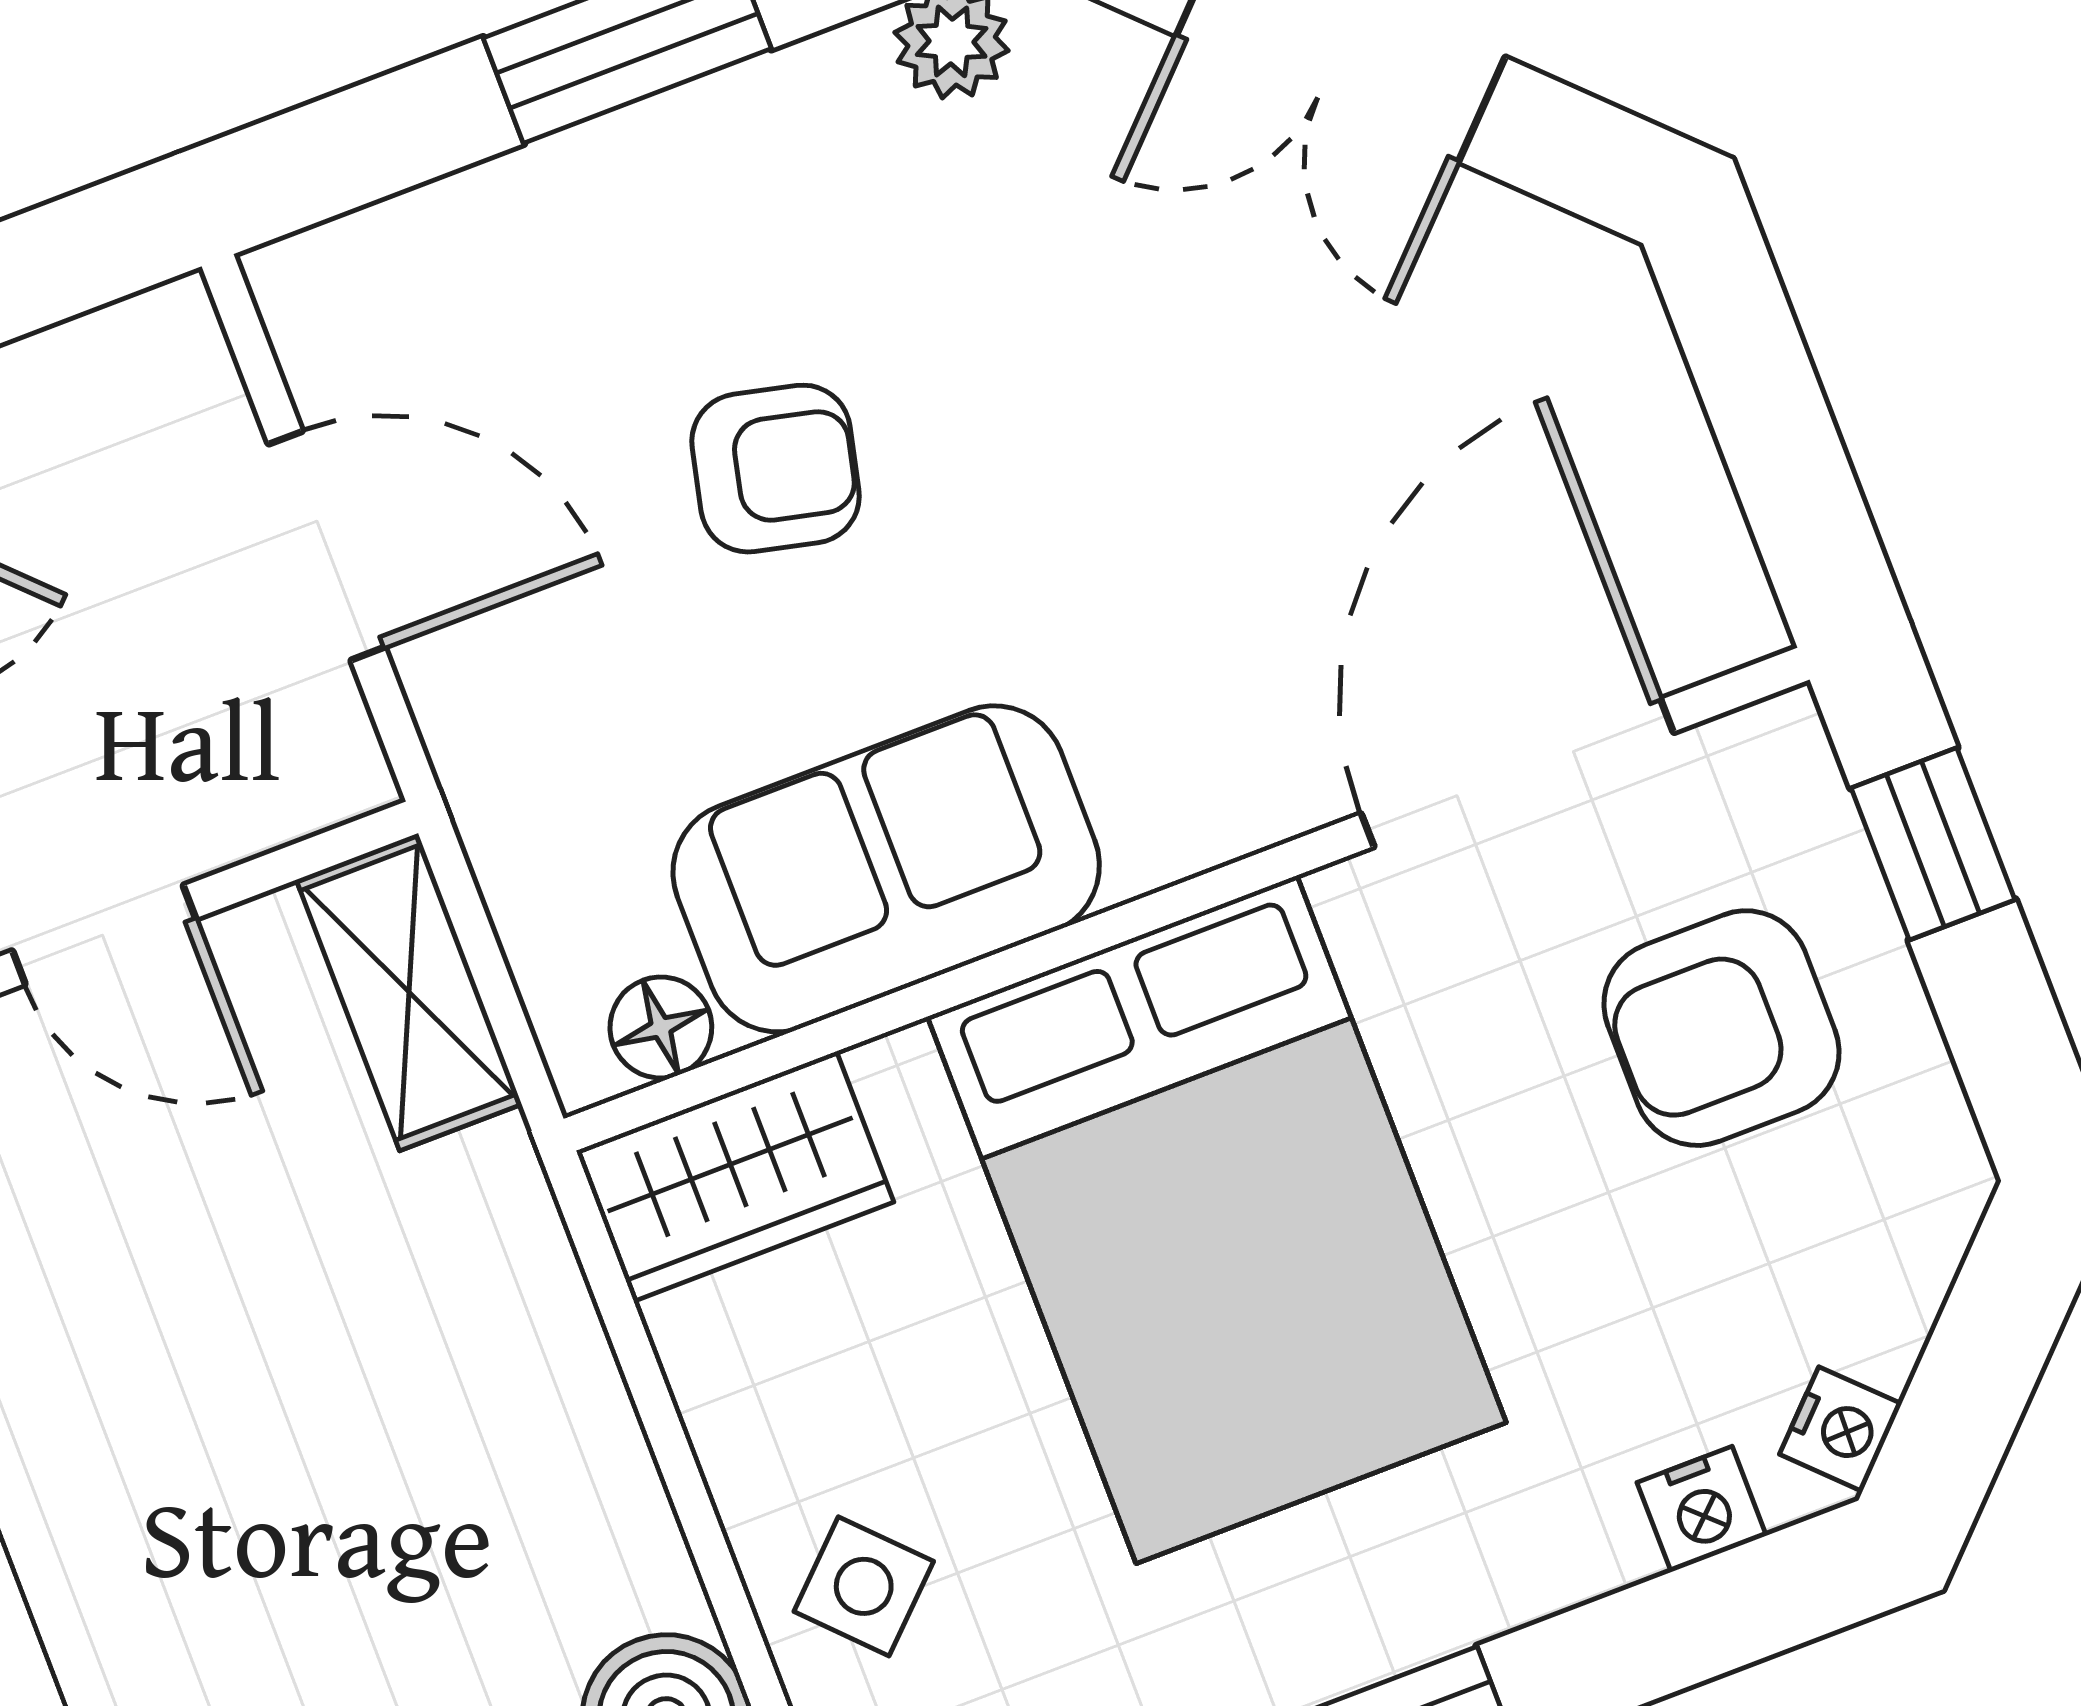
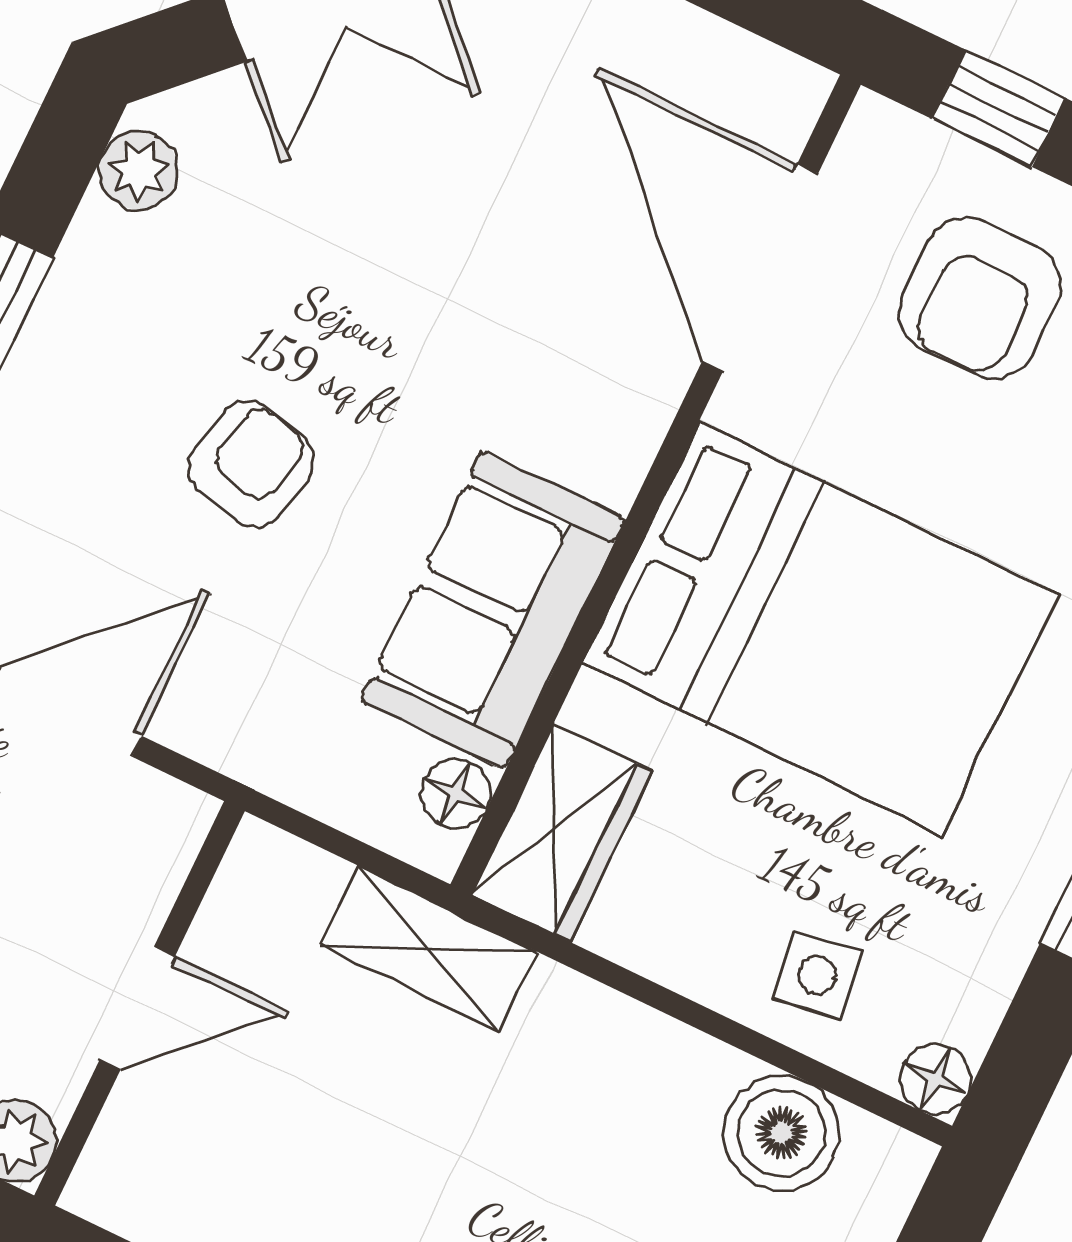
shelving: (409, 992) -> (428, 949), moved
side table: (864, 1586) -> (817, 975), turned 36

